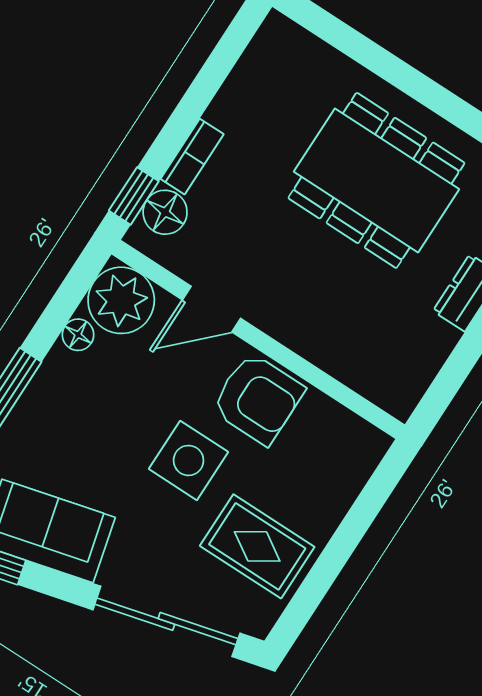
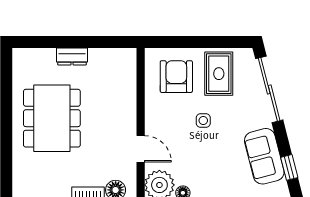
armchair: (258, 399) -> (176, 77), moved
side table: (189, 460) -> (203, 120), width x0.54, depth x0.54

